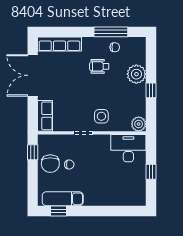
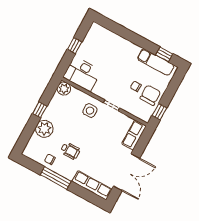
window: (111, 32) -> (56, 178), moved

